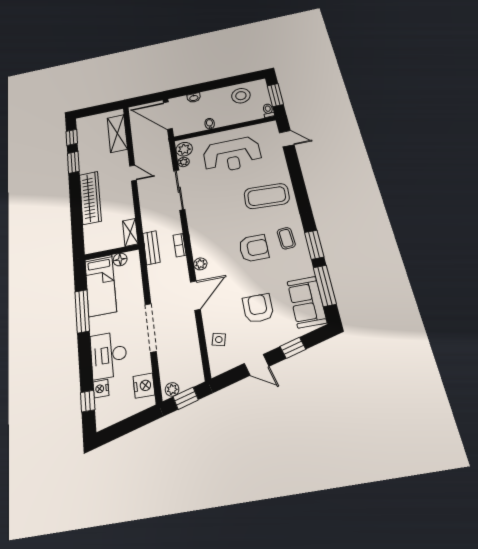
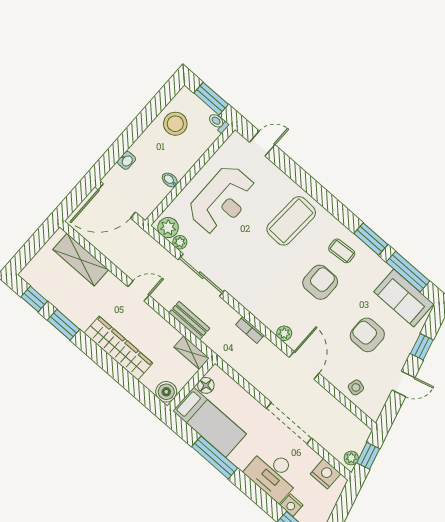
boiler: (93, 245) -> (166, 392), added
bench: (151, 248) -> (189, 321), moved

